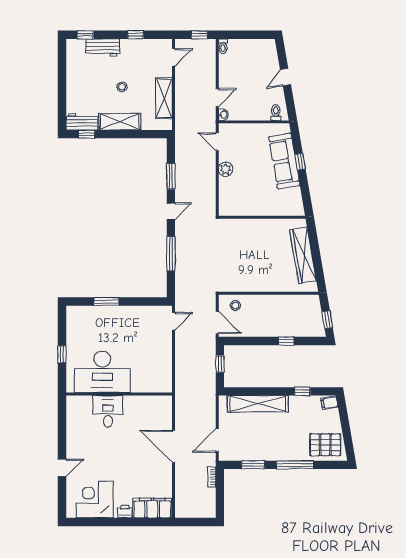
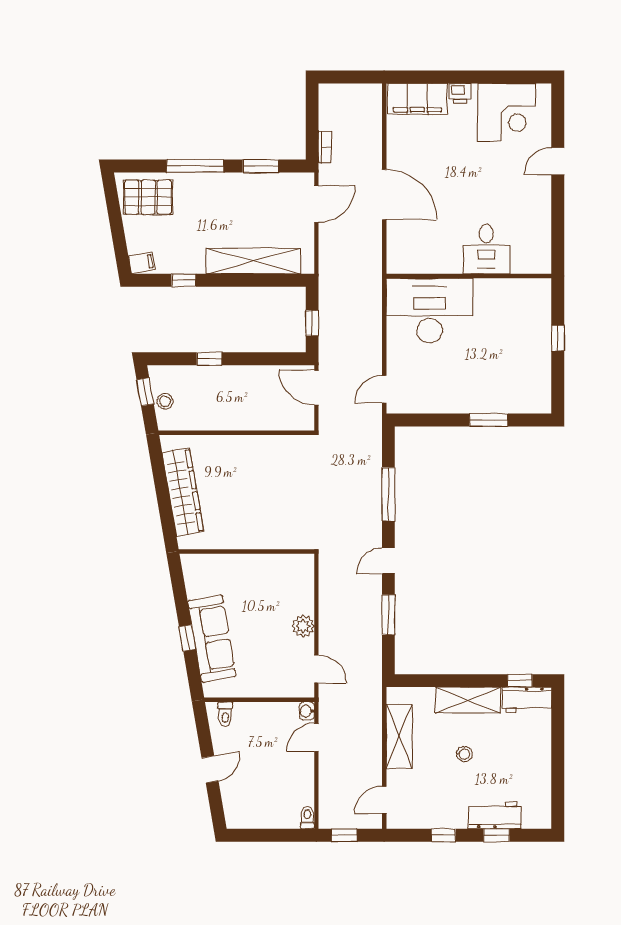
window: (85, 35) -> (496, 835), moved
stool: (235, 306) -> (165, 401), moved
desk: (102, 372) -> (430, 311), moved

